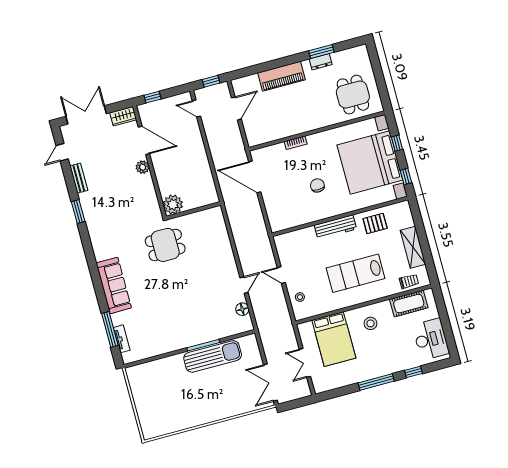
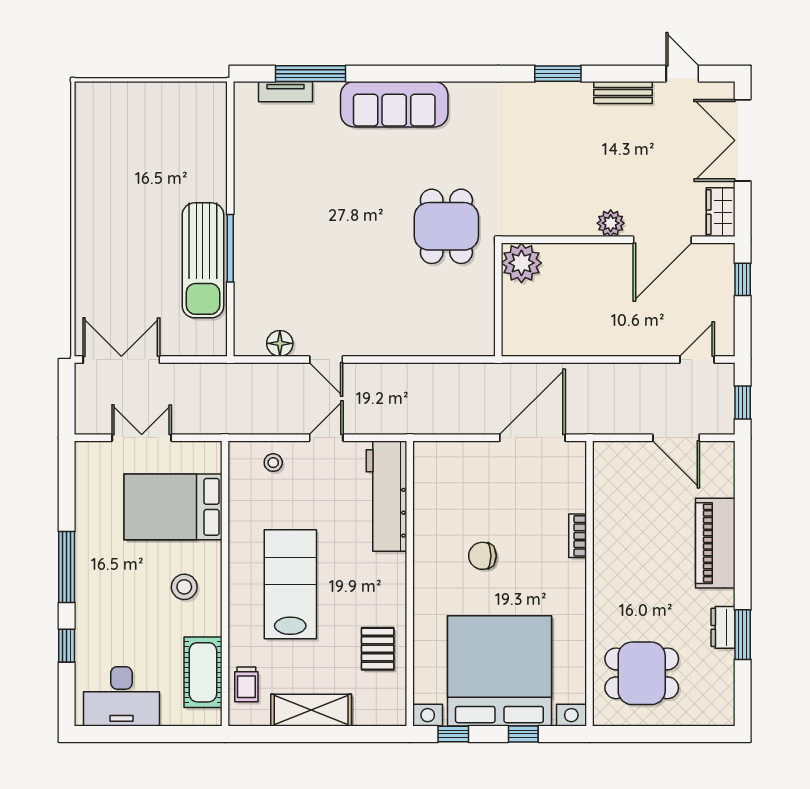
double door: (86, 115) -> (743, 140), swing flipped
chair: (317, 185) -> (482, 556), turned 180
workbench: (335, 227) -> (387, 496), moved, width x1.36, depth x1.32

